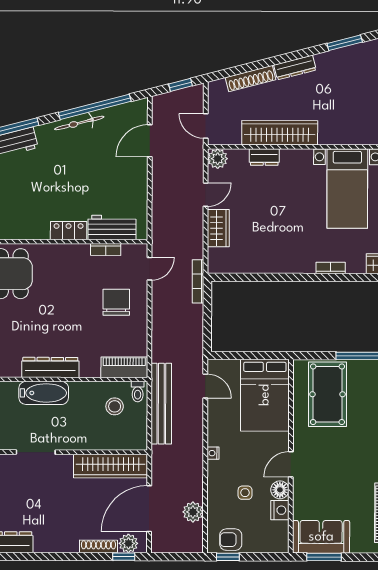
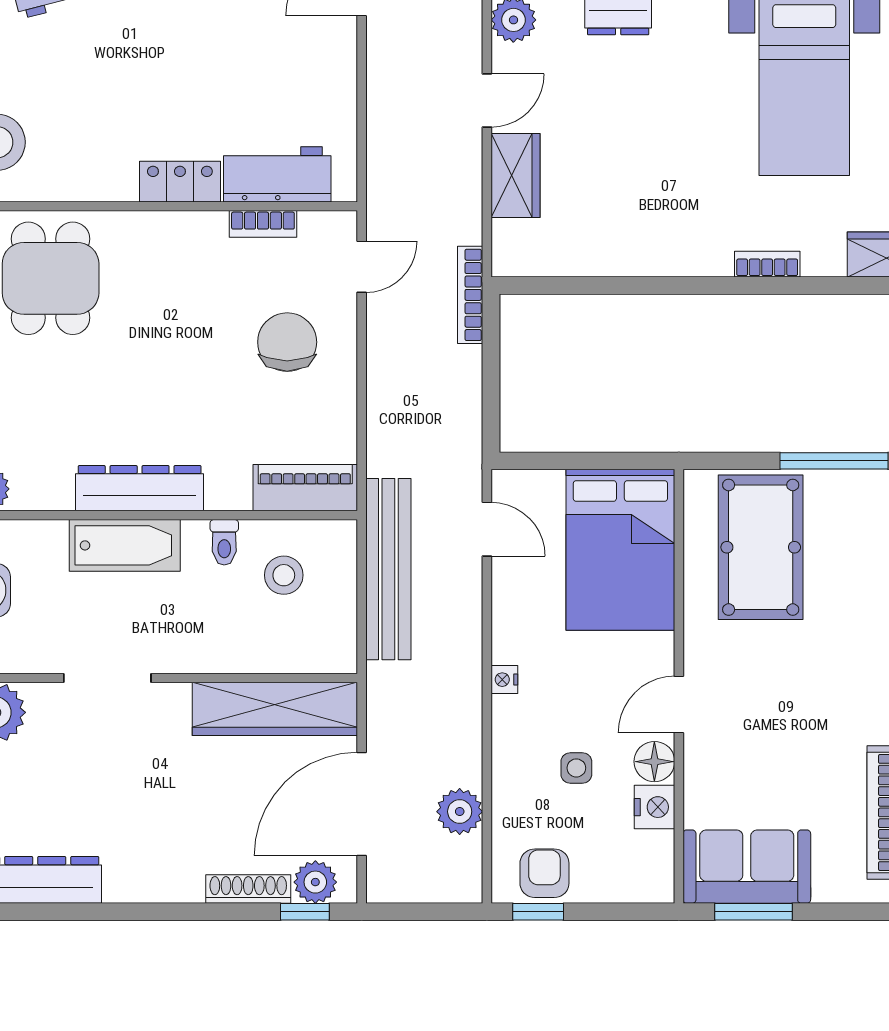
toilet: (138, 392) -> (224, 542), moved
armchair: (231, 540) -> (544, 873), turned 90

